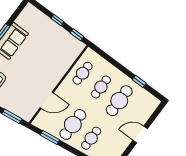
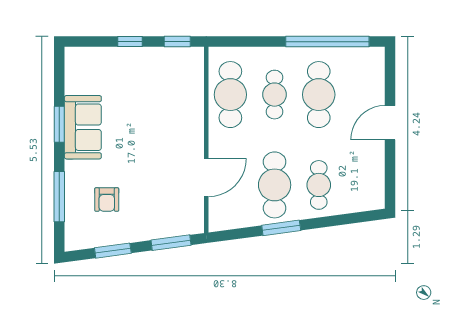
cafe table: (83, 73) -> (230, 95), width x1.37, depth x1.35
window: (139, 81) -> (327, 42), width x3.17
window: (50, 137) -> (281, 228), moved

